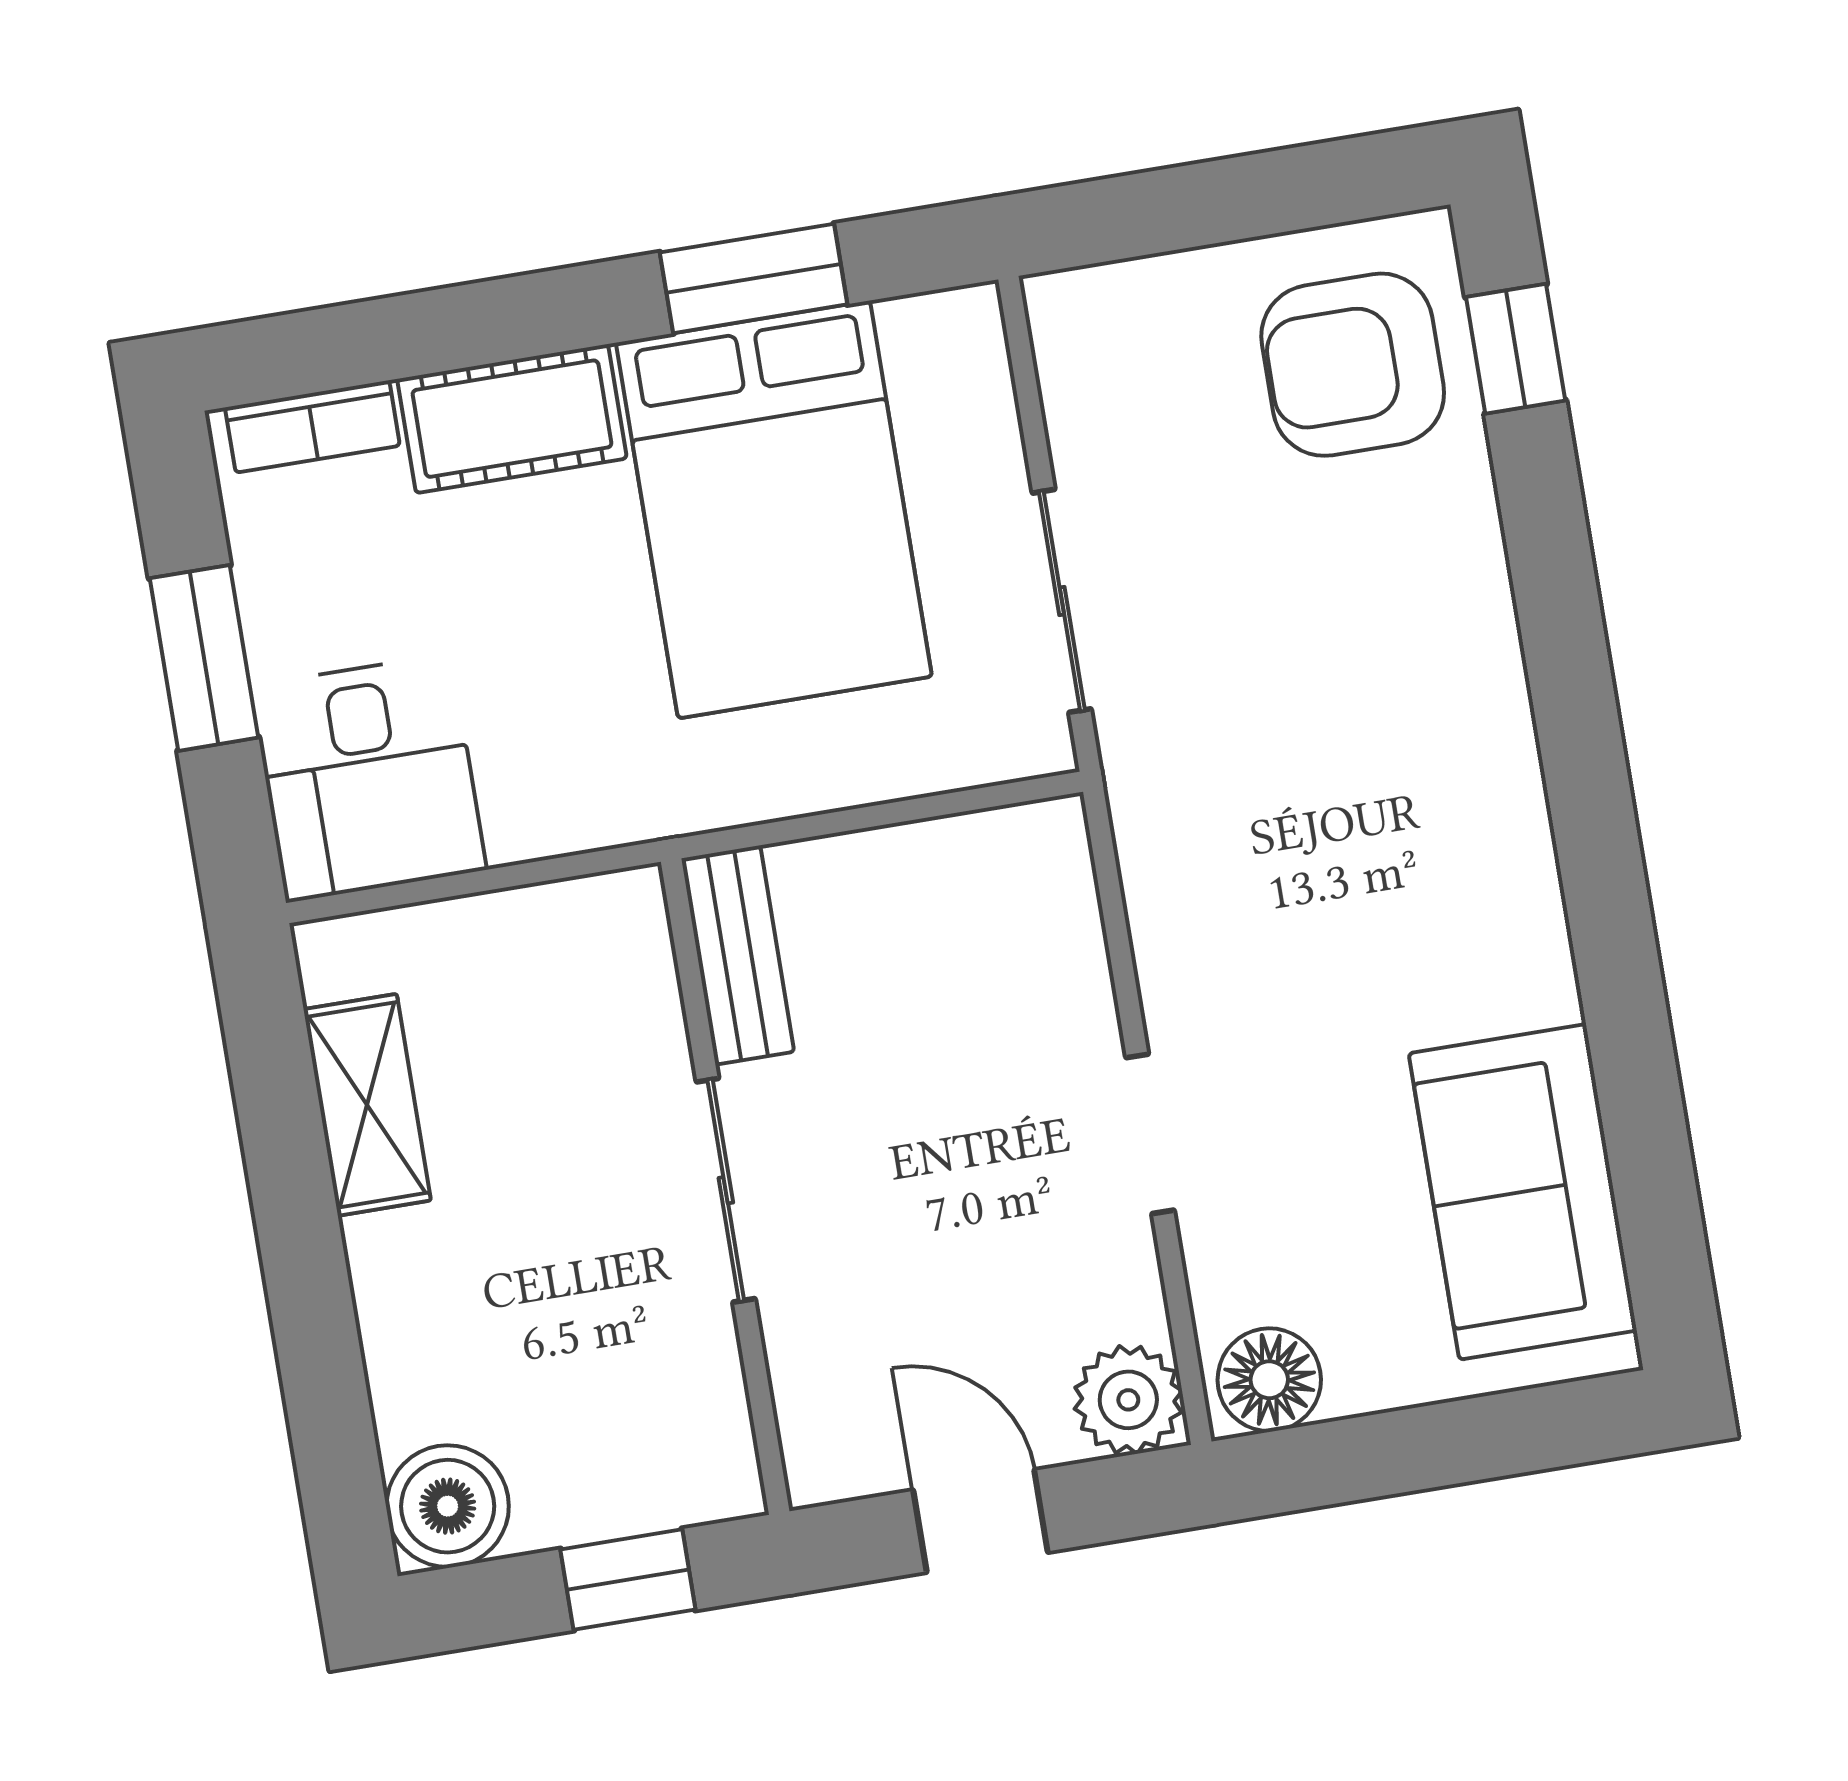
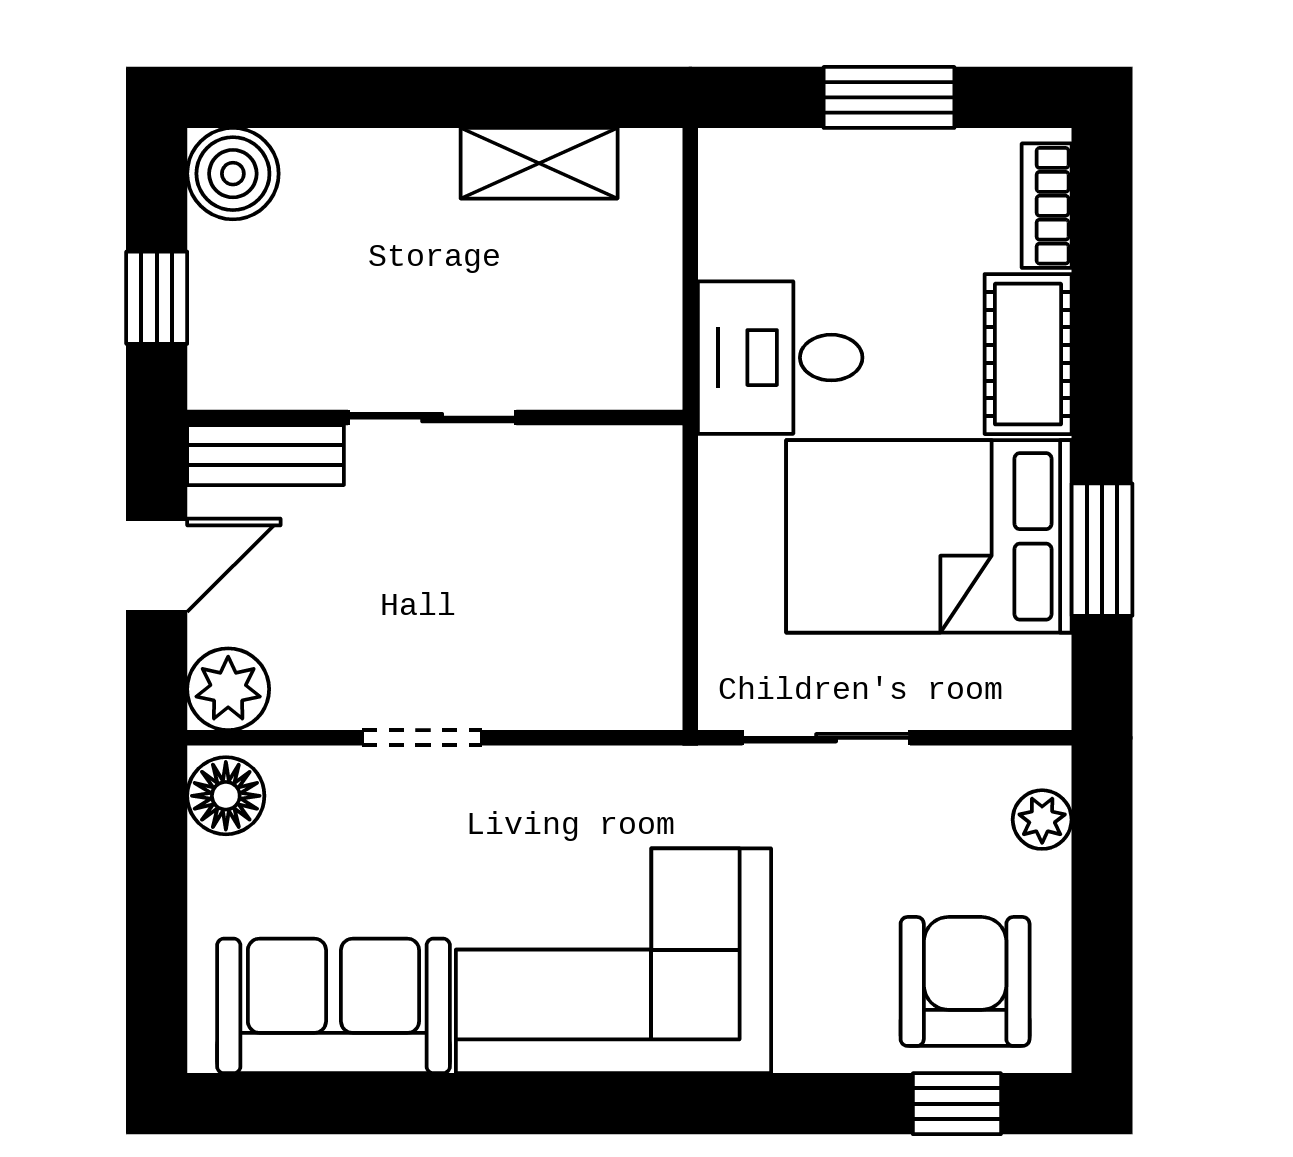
plant: (1123, 299) -> (1042, 820), added
desk: (368, 778) -> (780, 358), moved
corner sofa: (1402, 833) -> (614, 961), added
bench: (738, 955) -> (266, 455), moved

